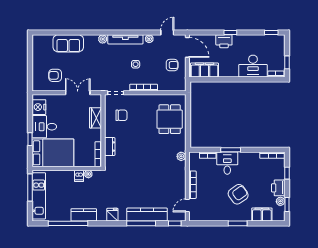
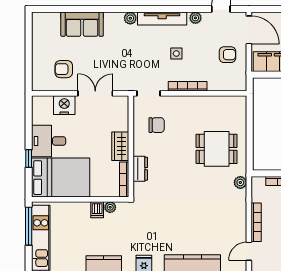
nightstand: (39, 107) -> (64, 105), moved, turned 90
wardrobe: (96, 118) -> (120, 146), moved
dining table: (170, 119) -> (217, 149), moved, turned 90

